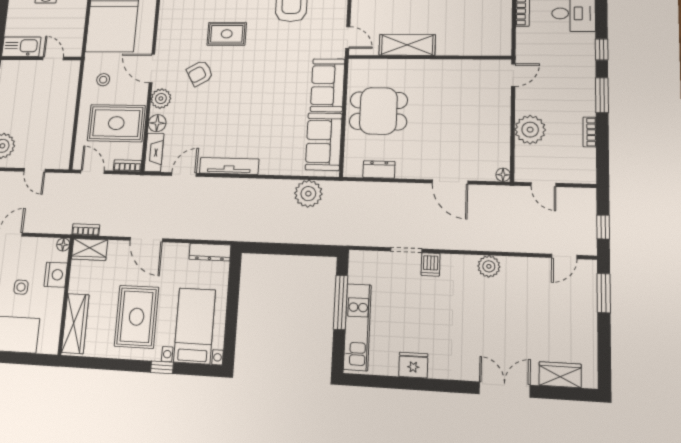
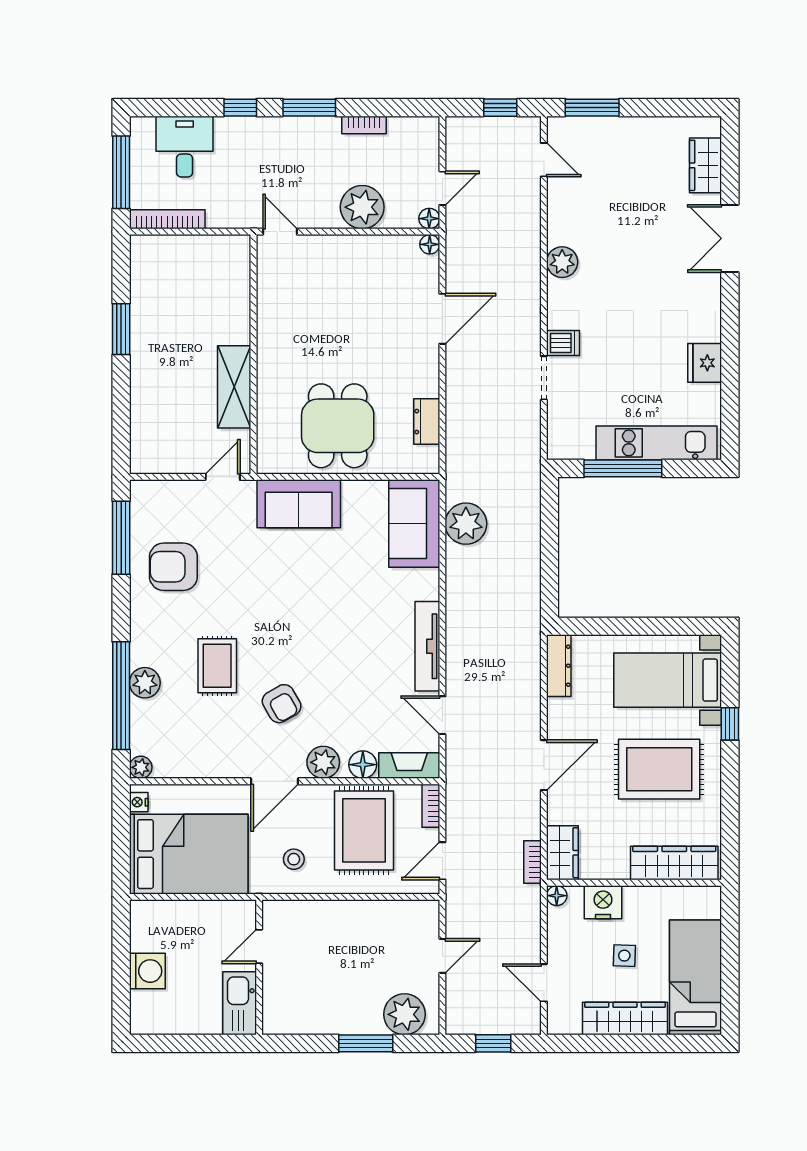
sofa: (324, 142) -> (414, 524), moved, turned 90
floor lamp: (522, 175) -> (429, 219), added

